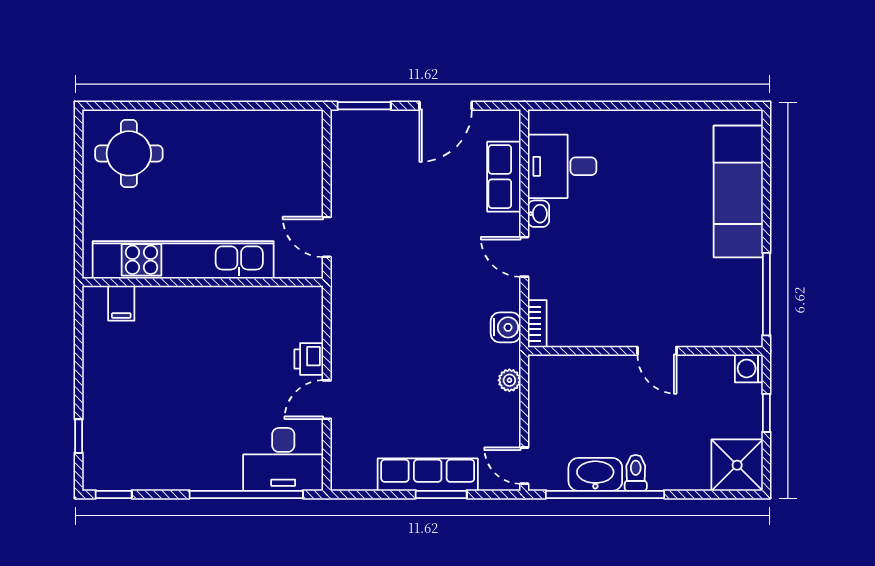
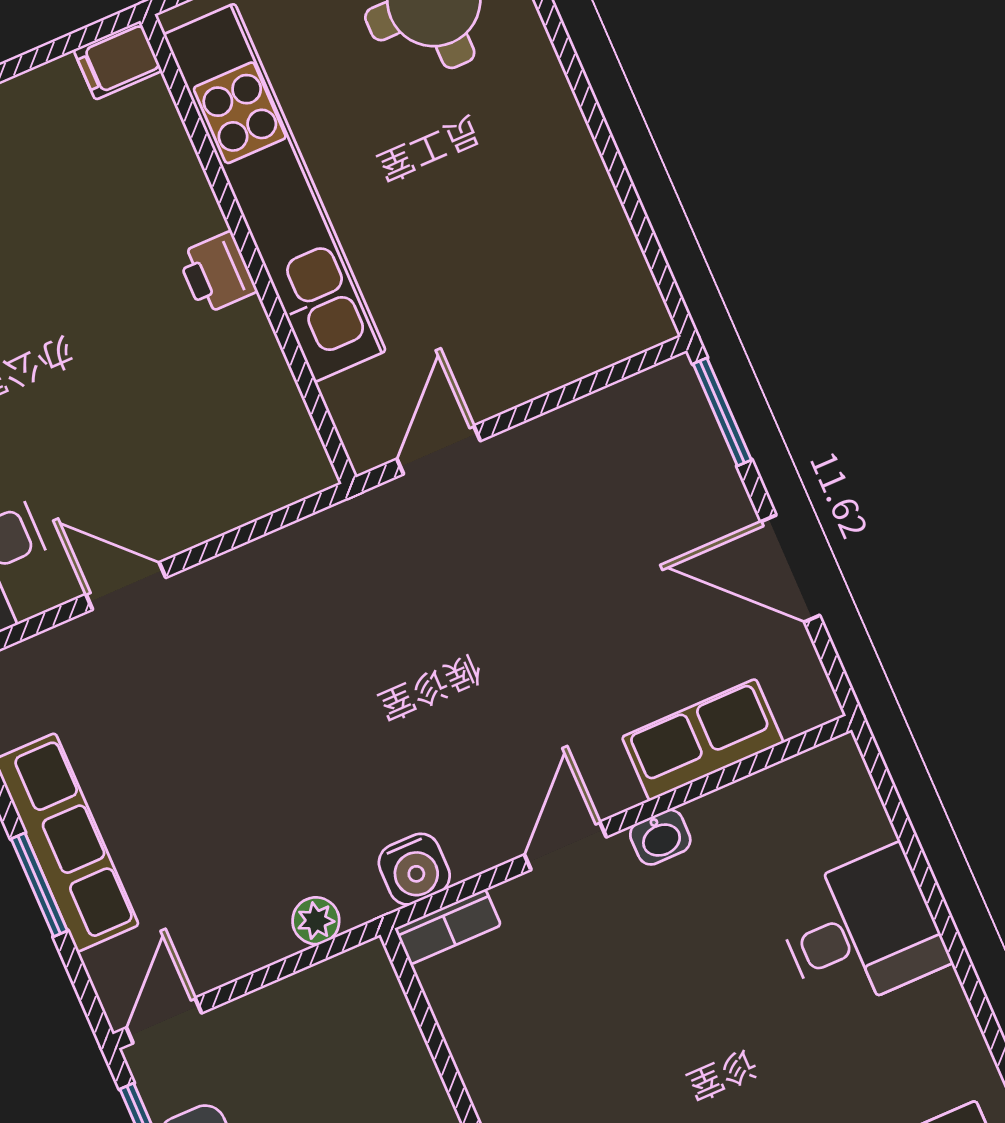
desk: (562, 166) -> (861, 930), moved, turned 90
filing cabinet: (121, 303) -> (118, 60), moved
printer: (309, 359) -> (217, 273), moved, turned -90

